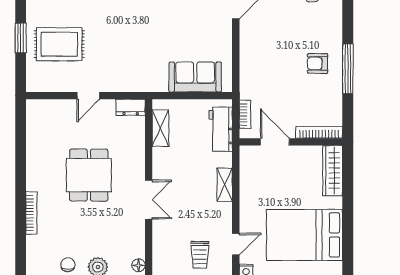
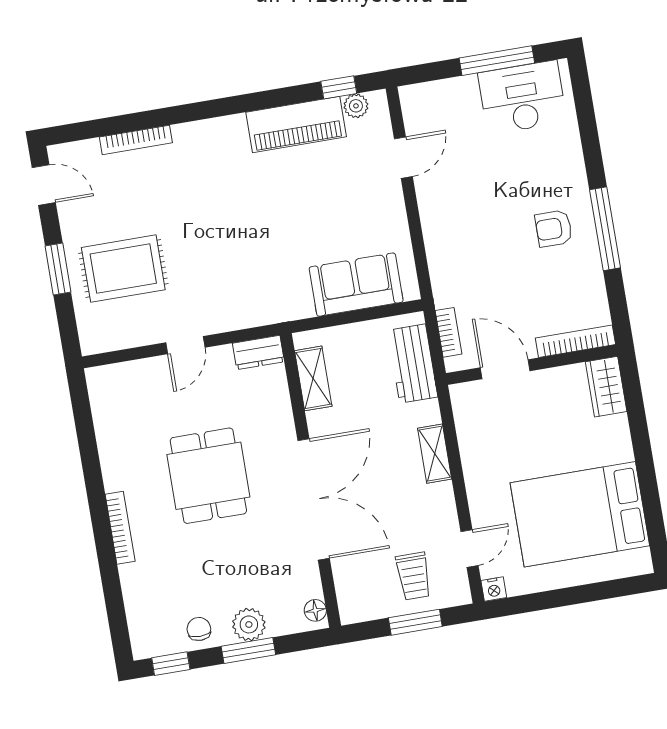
wardrobe: (333, 171) -> (606, 387), width x0.67
double door: (149, 200) -> (314, 499), width x1.87
bookcase: (31, 213) -> (120, 528), moved

